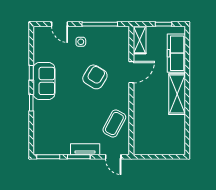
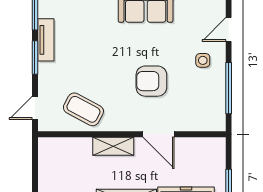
shelving: (140, 40) -> (113, 146), moved
armchair: (95, 77) -> (151, 81), turned 149
tv unit: (85, 149) -> (46, 40), moved

